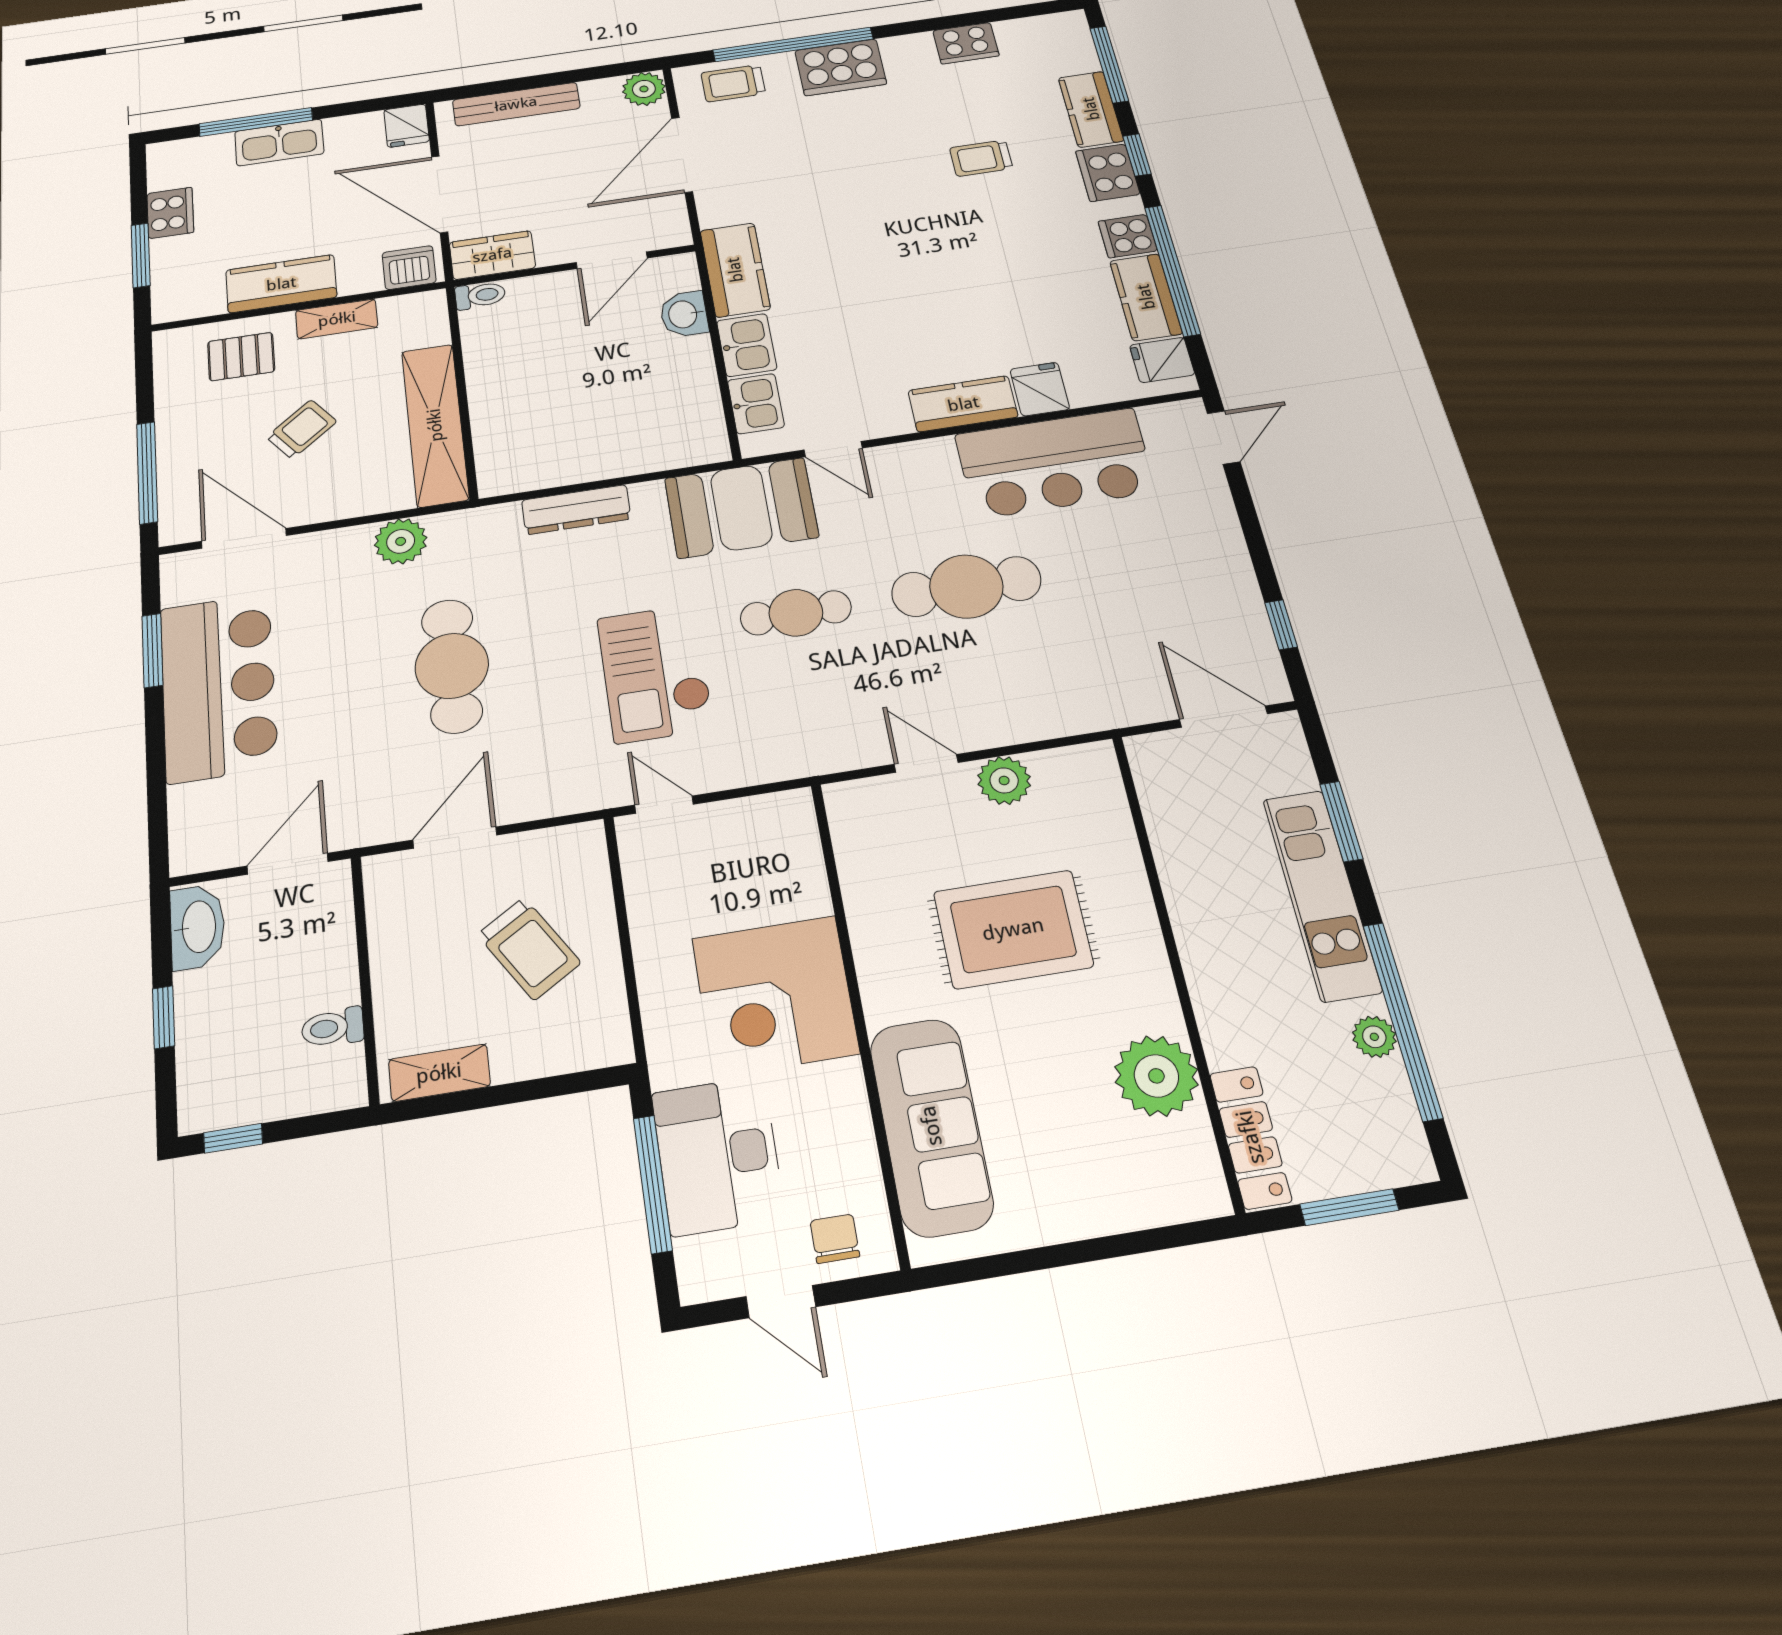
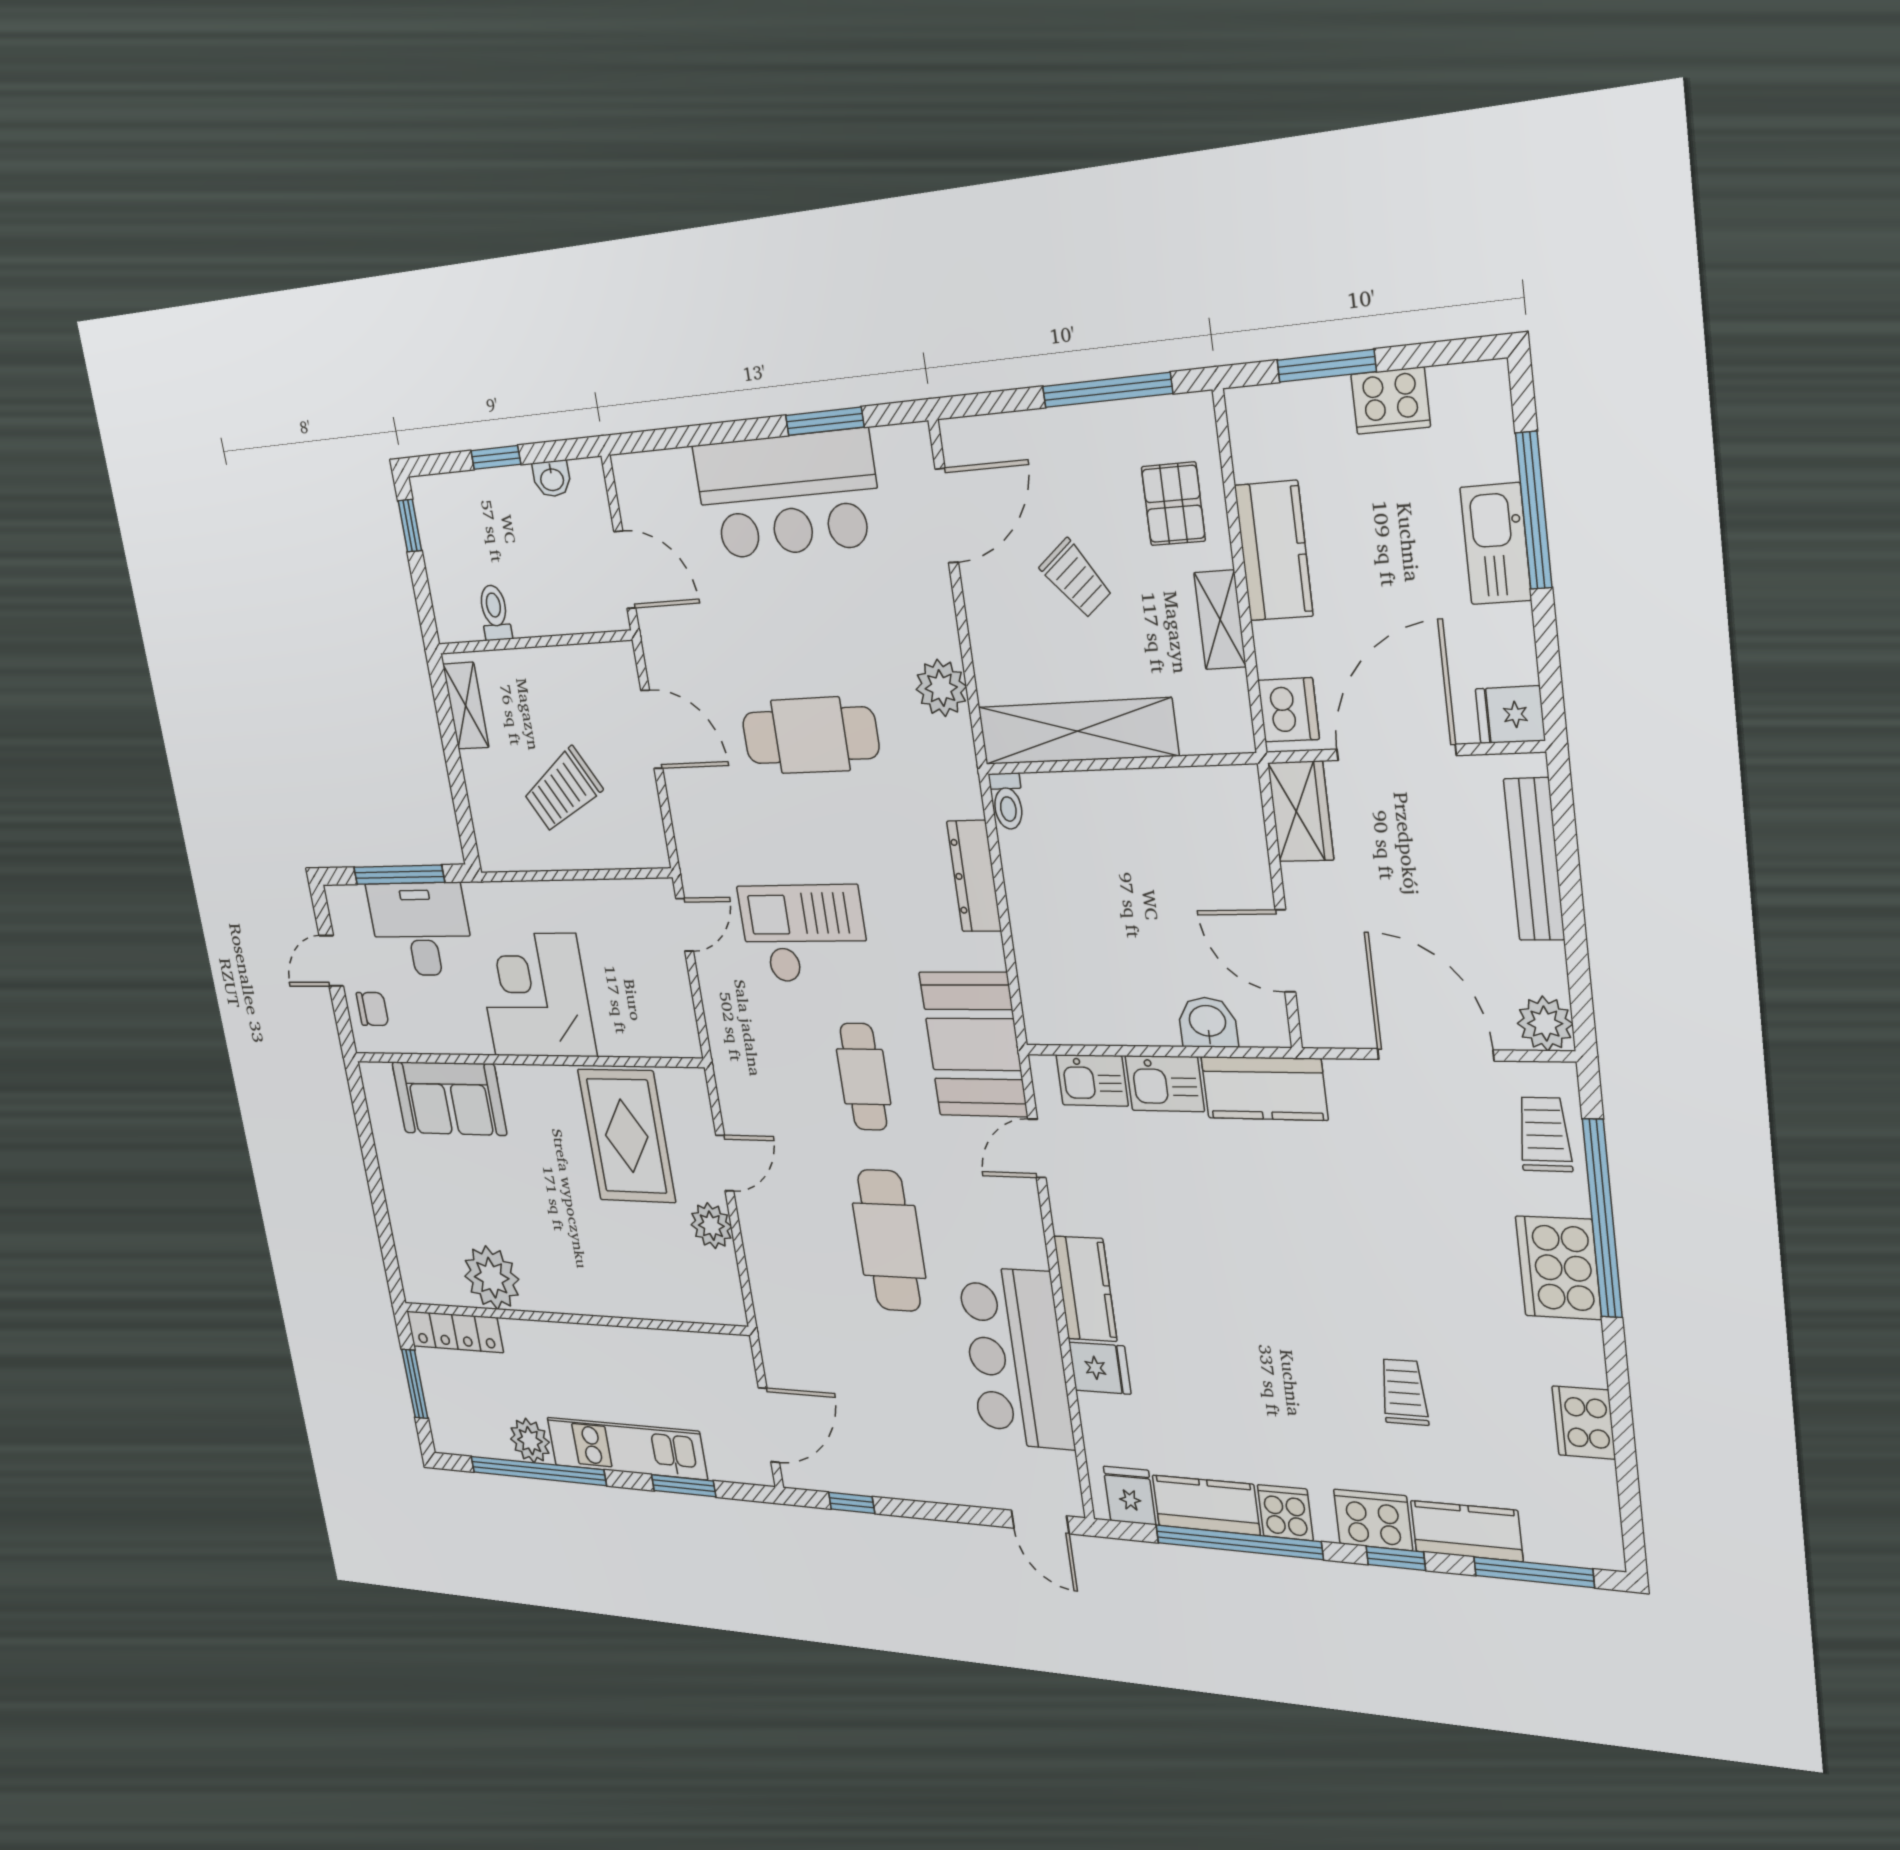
toilet: (480, 295) -> (1007, 801), moved
window: (147, 472) -> (1107, 390), moved
washbasin: (197, 927) -> (552, 479), width x0.52, depth x0.69
rug: (1013, 929) -> (627, 1136), moved
plant: (1374, 1037) -> (530, 1441), width x1.38, depth x1.38
sofa: (931, 1126) -> (449, 1099), width x0.73

